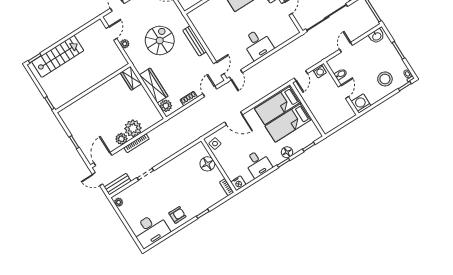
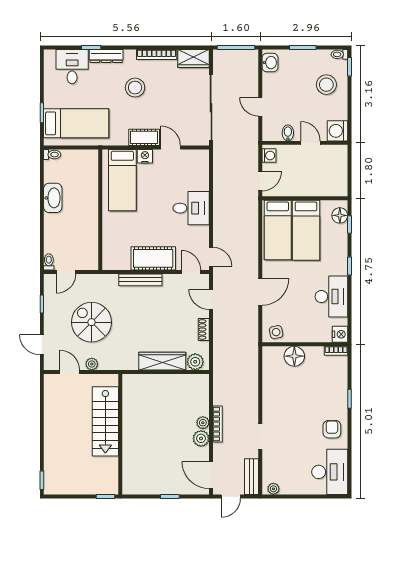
cot: (213, 40) -> (153, 258), added
spiral stairs: (160, 41) -> (92, 322), moved
stairs: (58, 56) -> (105, 421), moved, turned 180
door: (301, 76) -> (260, 181), hinge flipped
wardrobe: (131, 78) -> (137, 382), removed
plant: (133, 128) -> (203, 423), width x0.53, depth x0.53
floor lamp: (287, 152) -> (340, 215), moved
desk: (258, 164) -> (331, 297), width x1.37

